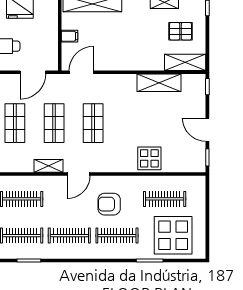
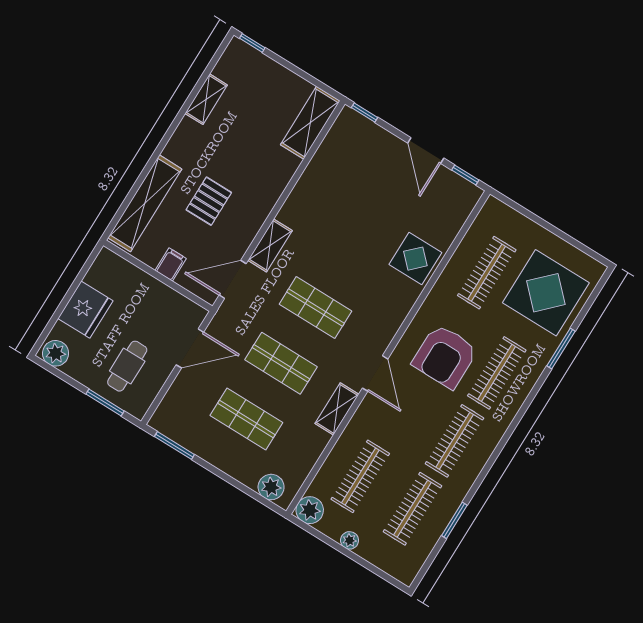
pallet: (180, 31) -> (209, 201), moved
door: (33, 72) -> (190, 348), hinge flipped
door: (81, 72) -> (233, 279), hinge flipped
shelving: (159, 83) -> (270, 245), moved, width x0.67, depth x0.75
door: (207, 130) -> (426, 150), hinge flipped
armchair: (109, 204) -> (445, 356), width x1.36, depth x1.36

